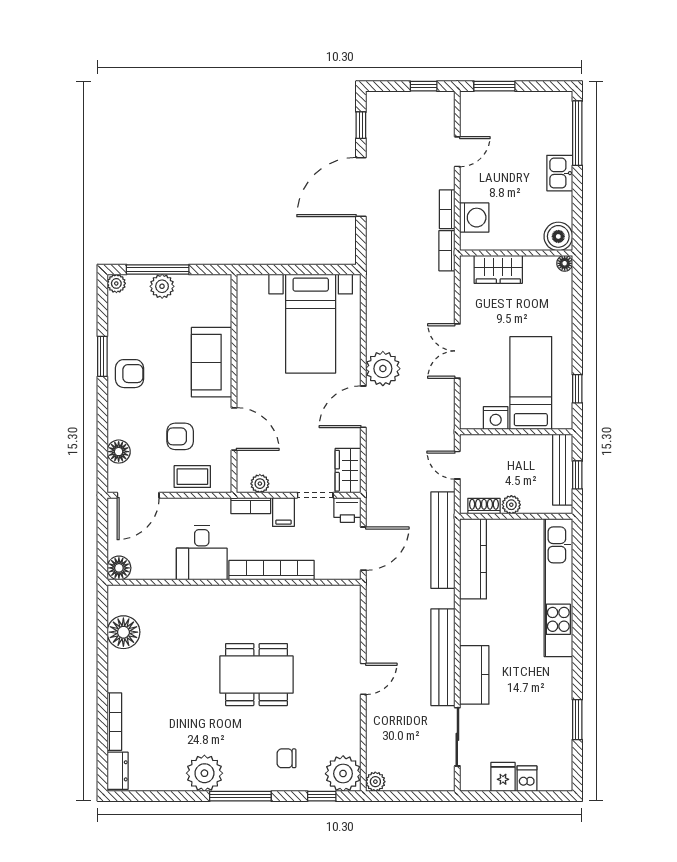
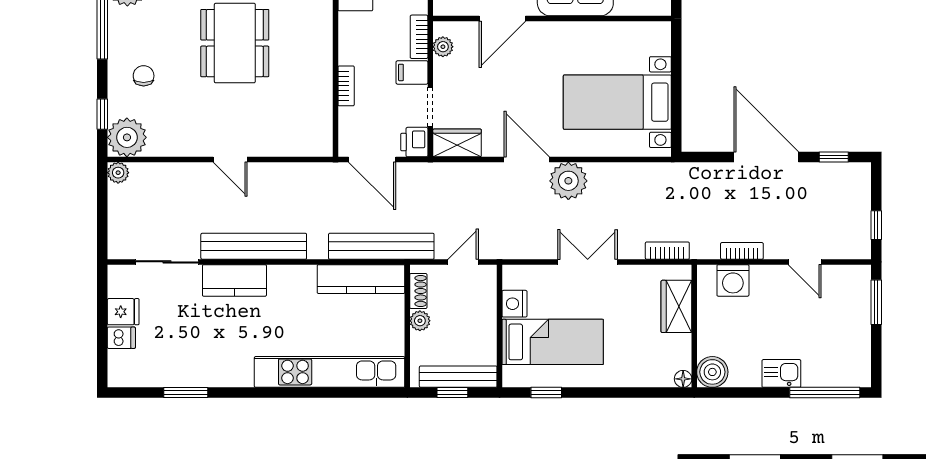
bookcase: (447, 251) -> (667, 251), moved
bookcase: (272, 570) -> (346, 86), width x0.43, depth x0.76

